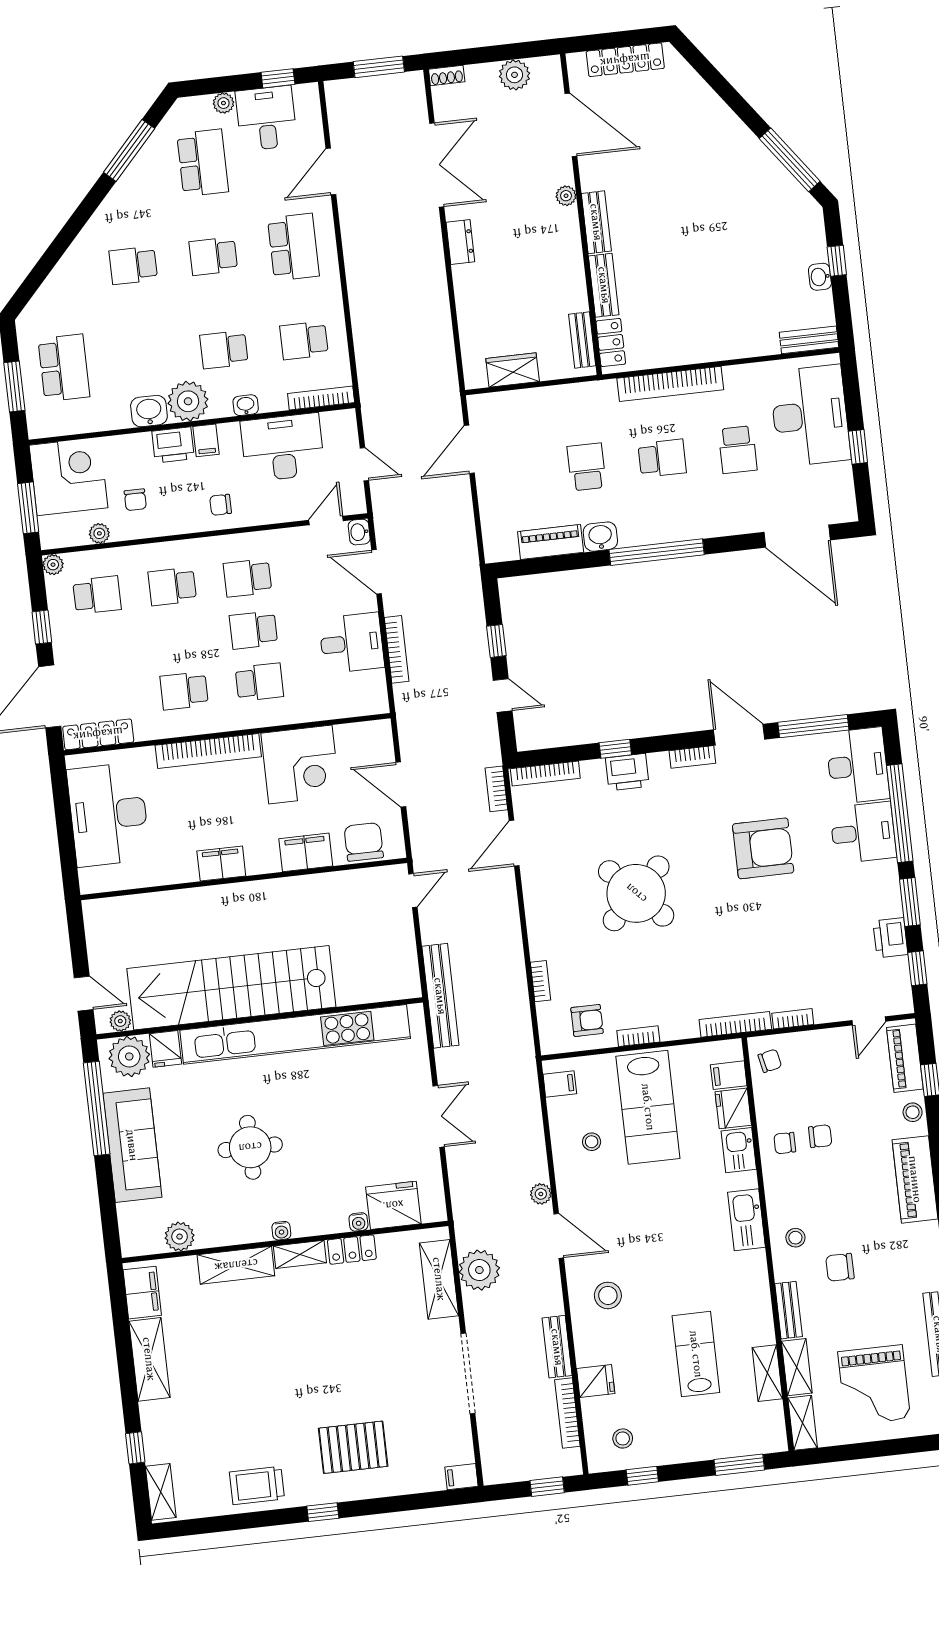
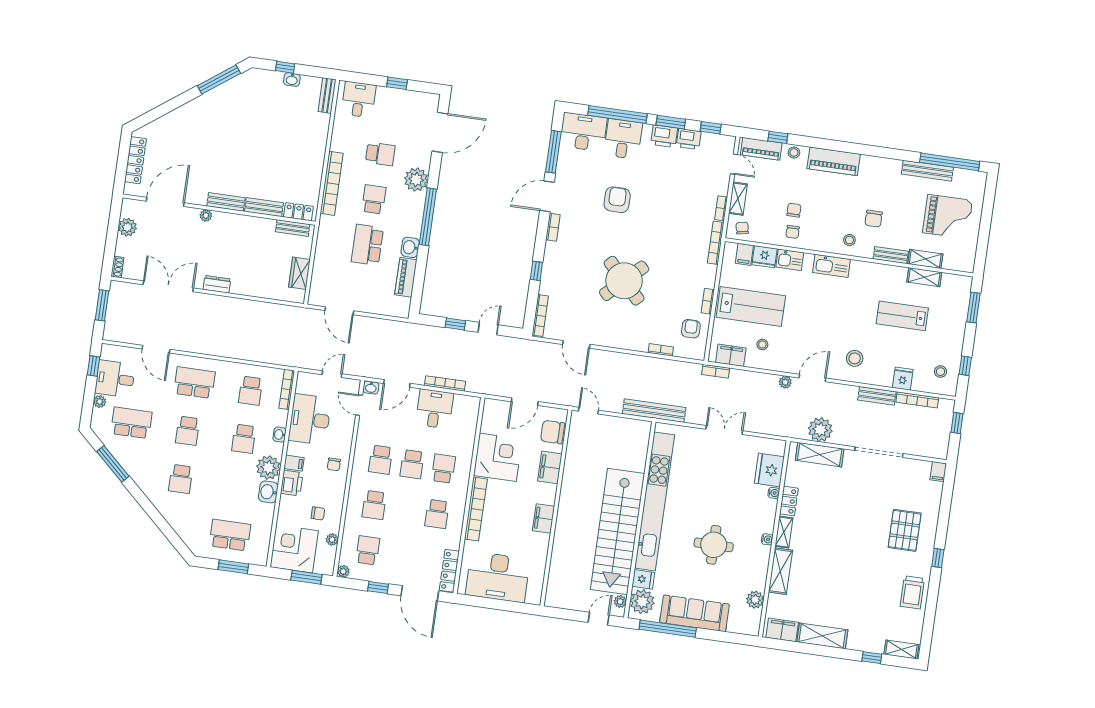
desk: (810, 416) -> (359, 100), width x0.53, depth x0.77
school desk: (587, 467) -> (367, 245), width x1.85
plant: (711, 518) -> (416, 180), added
printer: (627, 772) -> (664, 136), moved, turned 90
bookcase: (496, 789) -> (716, 371), moved
armchair: (763, 848) -> (617, 200), width x0.73, depth x0.73
filing cabinet: (560, 1084) -> (731, 355), width x2.00
shelving: (803, 1423) -> (738, 199), moved, turned 90

